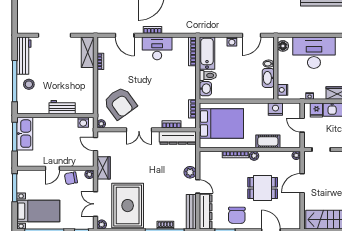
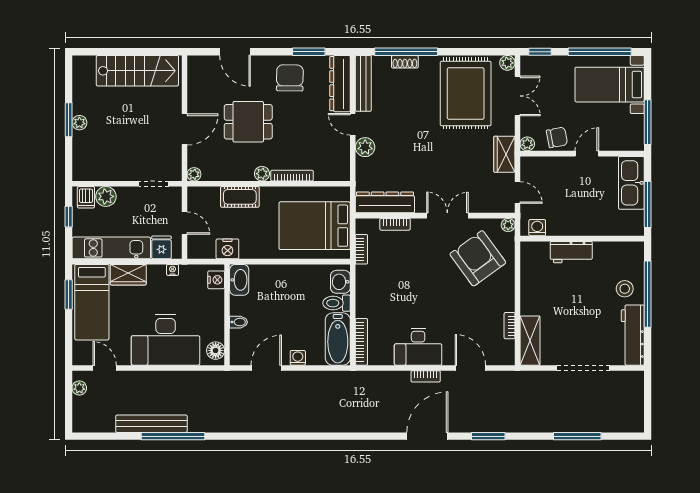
washbasin: (268, 78) -> (239, 280), moved
kitchen sink: (25, 134) -> (631, 183), moved

